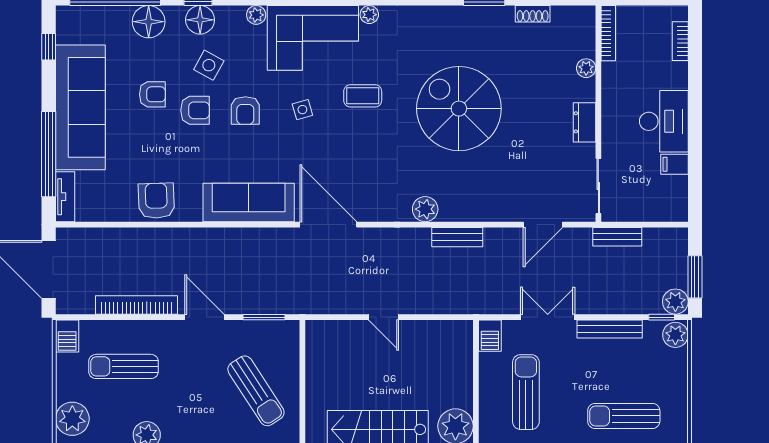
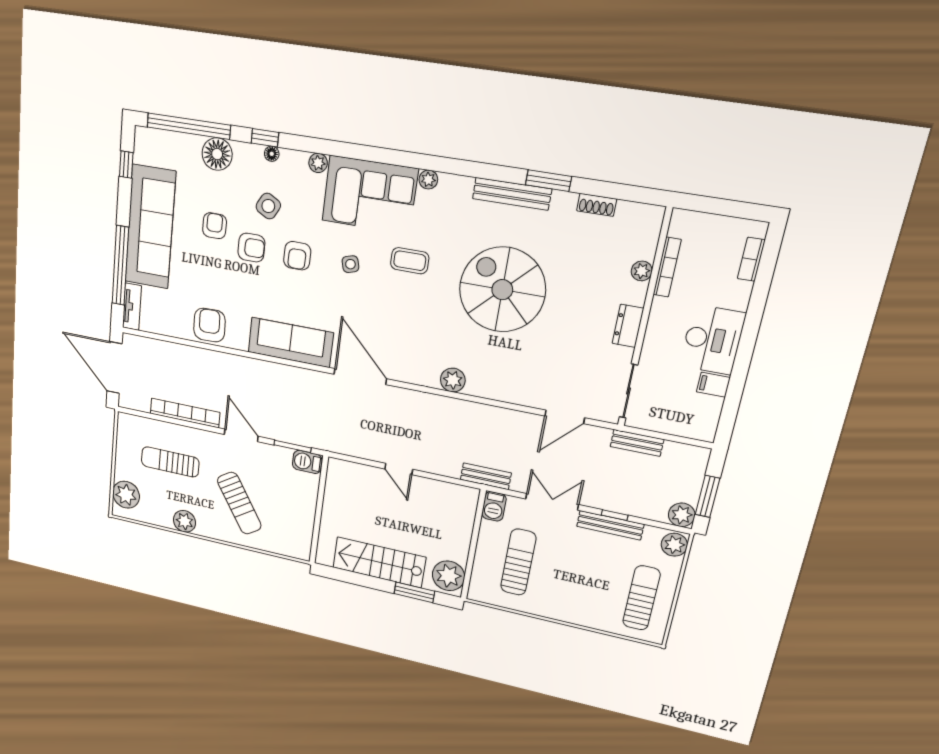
bench: (452, 16) -> (512, 194), added
floor lamp: (200, 20) -> (272, 154), width x0.53, depth x0.53
bookcase: (608, 33) -> (667, 267), moved
armchair: (152, 94) -> (214, 226), turned -90
bench: (457, 237) -> (486, 476), moved
window: (662, 317) -> (615, 515), moved
barbecue: (67, 336) -> (307, 462), moved, turned 90
sun lounger: (256, 391) -> (239, 503), moved
sun lounger: (624, 416) -> (641, 598), moved, turned 90

